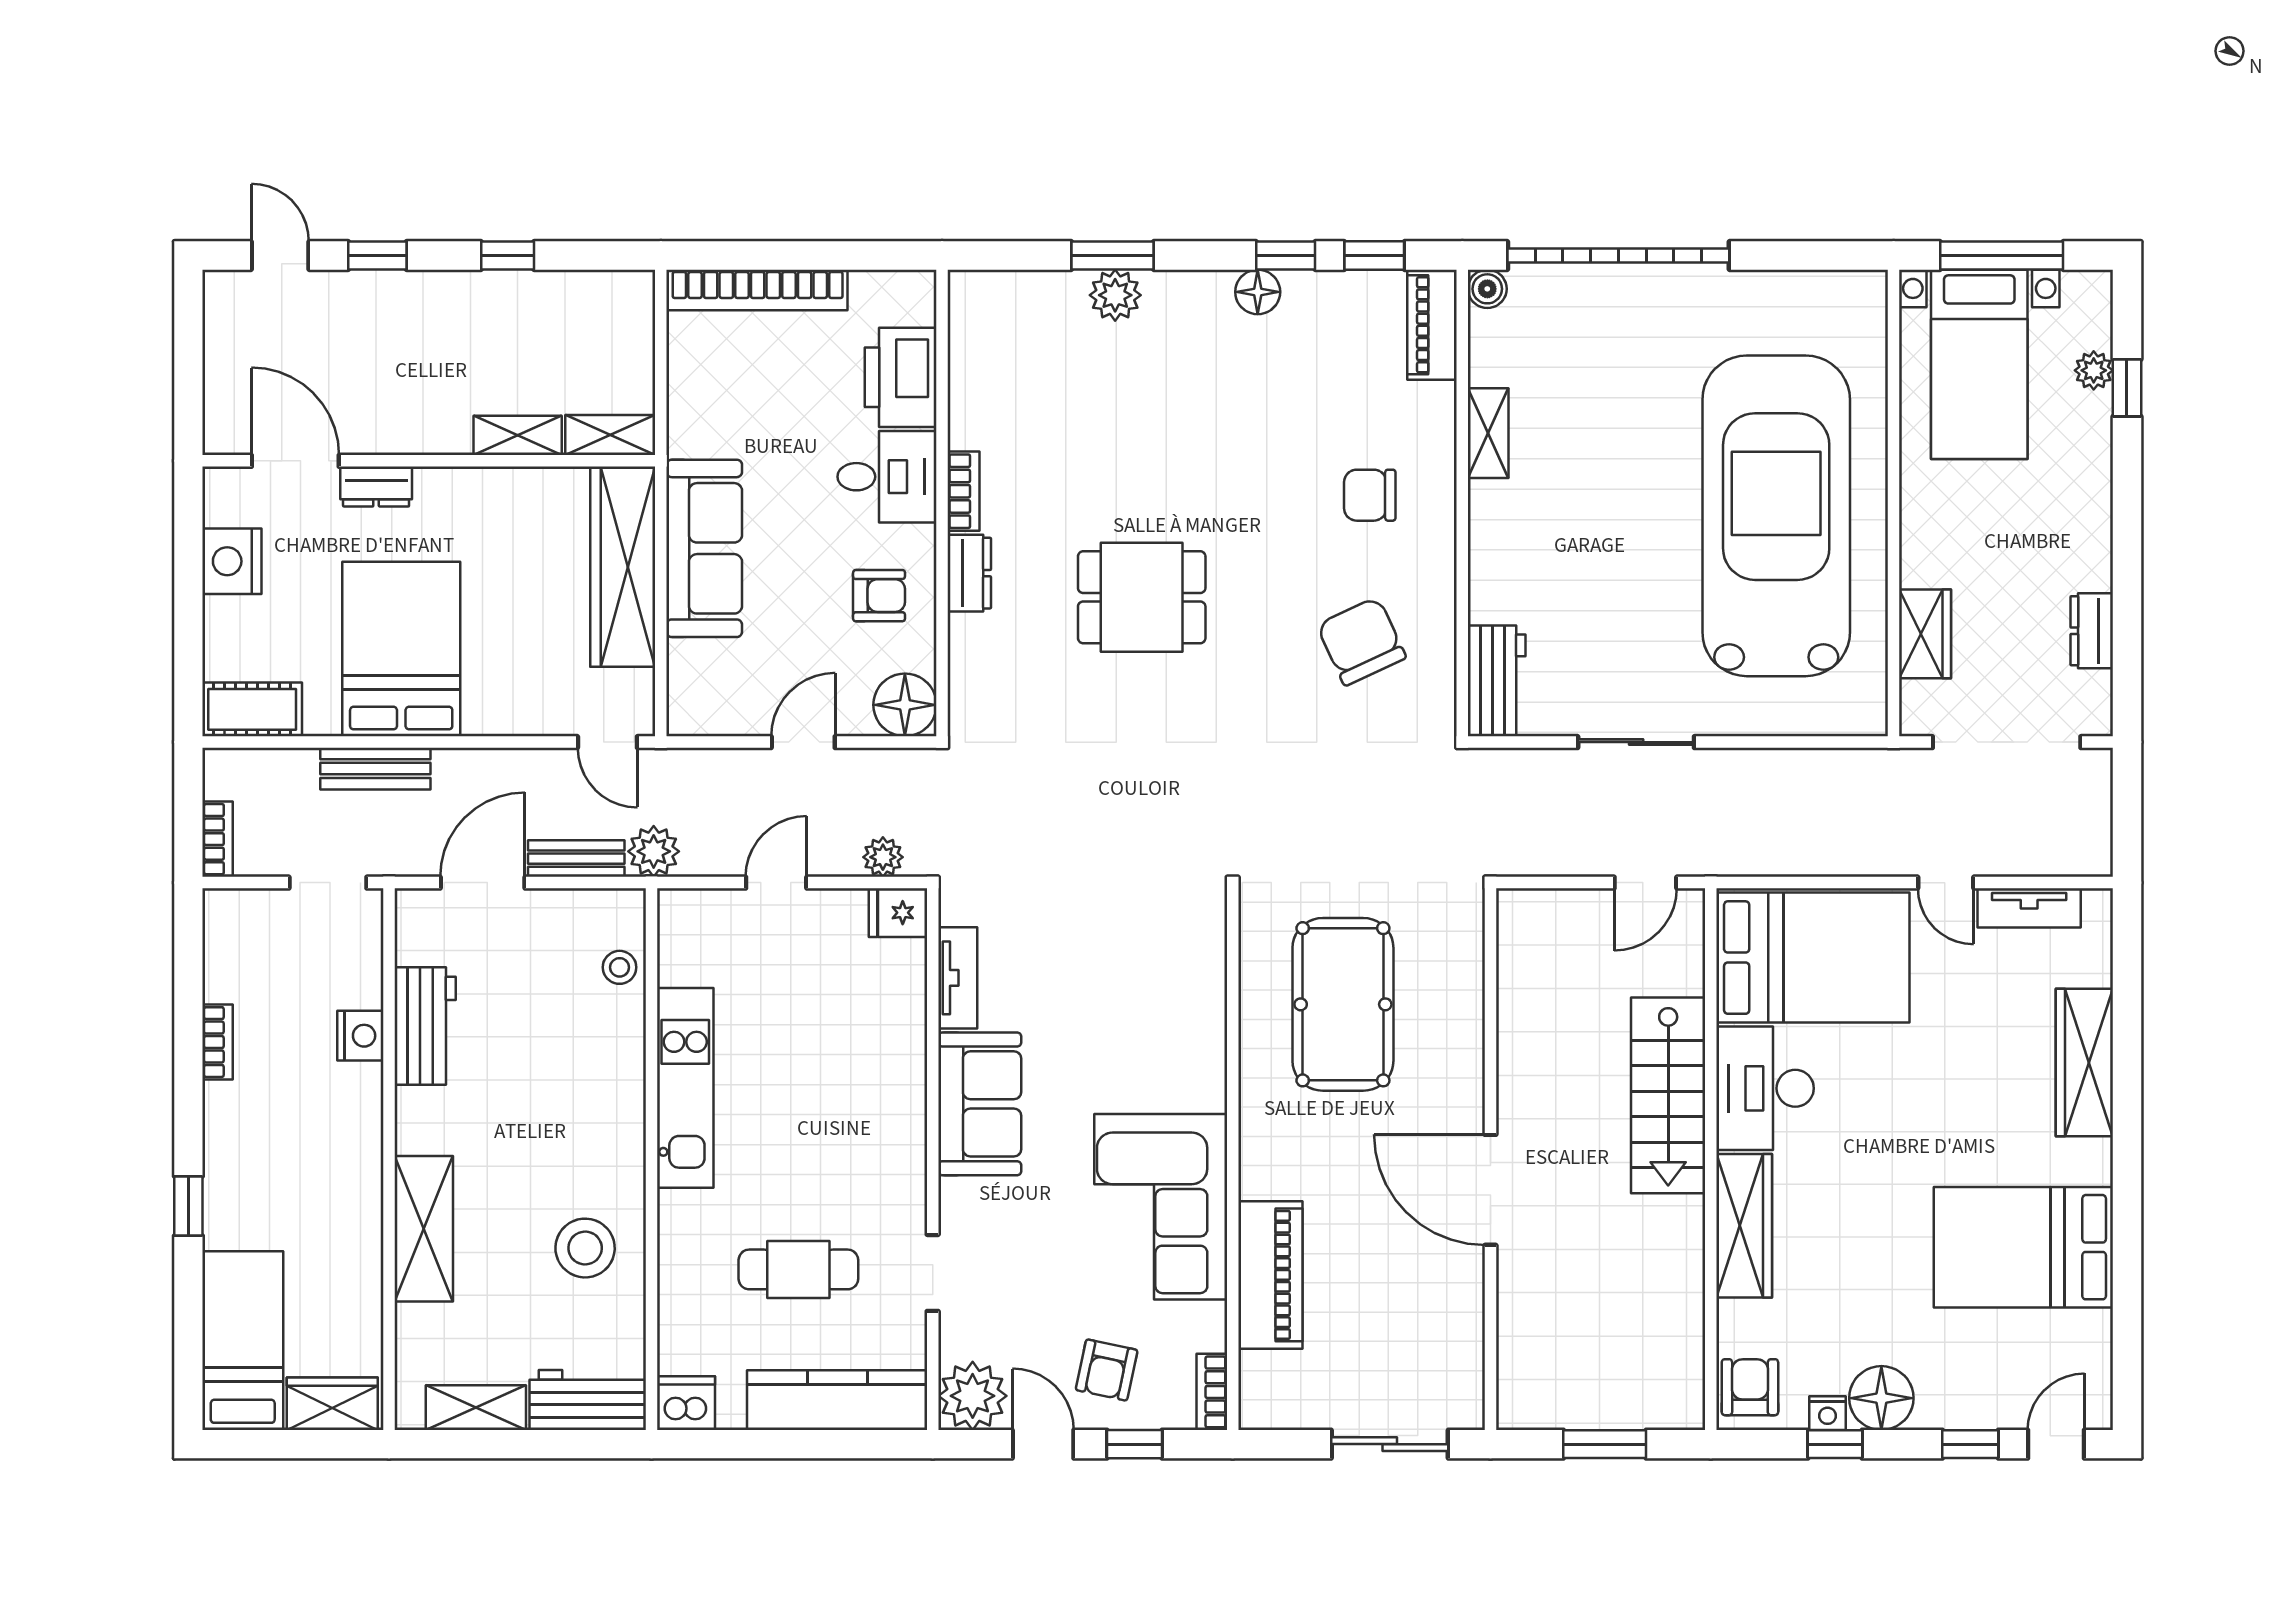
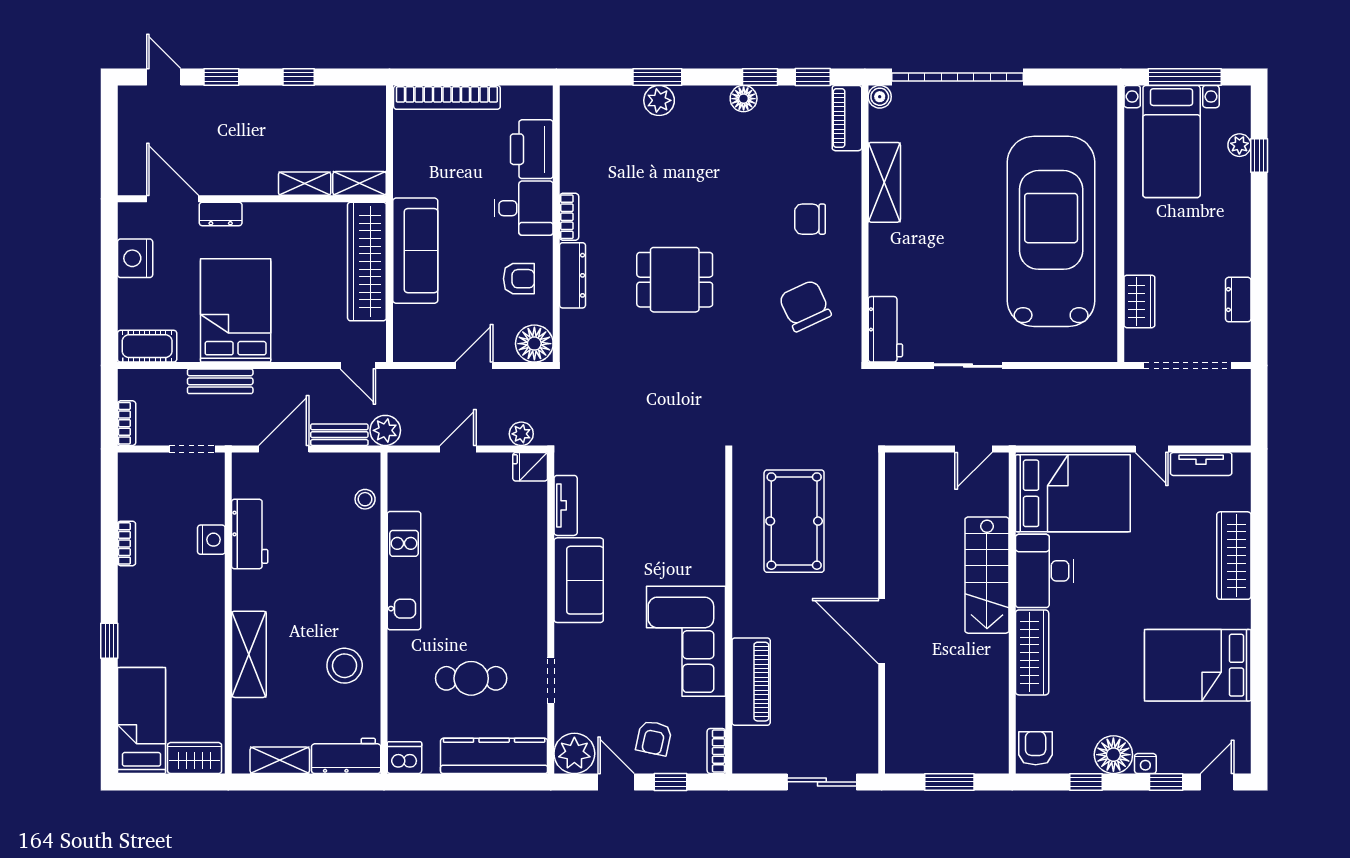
shelving: (1488, 433) -> (884, 182), width x1.50, depth x1.33
dresser: (969, 573) -> (573, 275), width x1.44
nightstand: (1828, 1413) -> (1145, 764), moved

